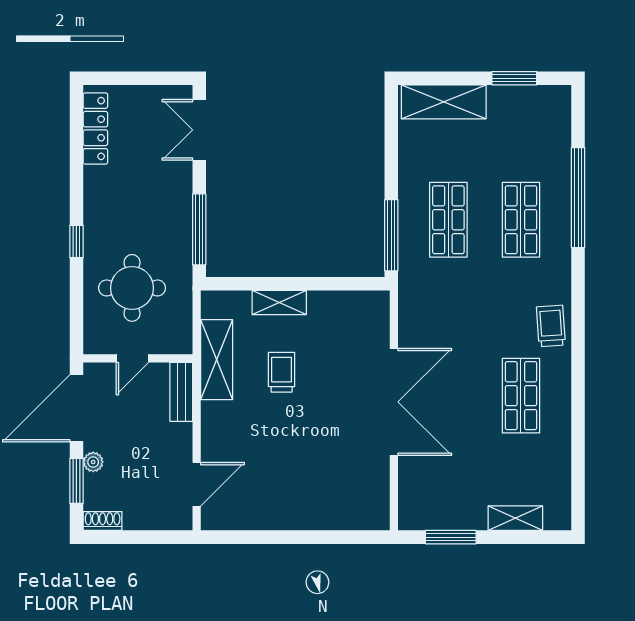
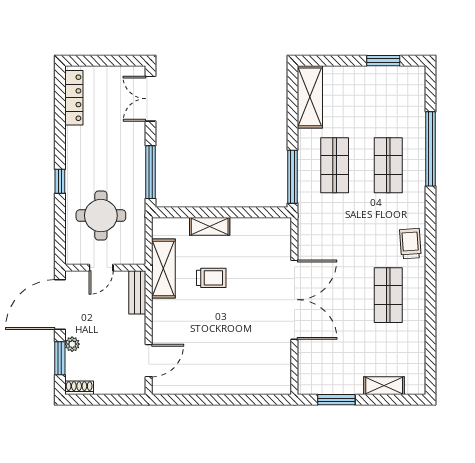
shelving: (444, 102) -> (310, 97), moved, turned 90
trolley: (282, 372) -> (211, 278), turned 90

